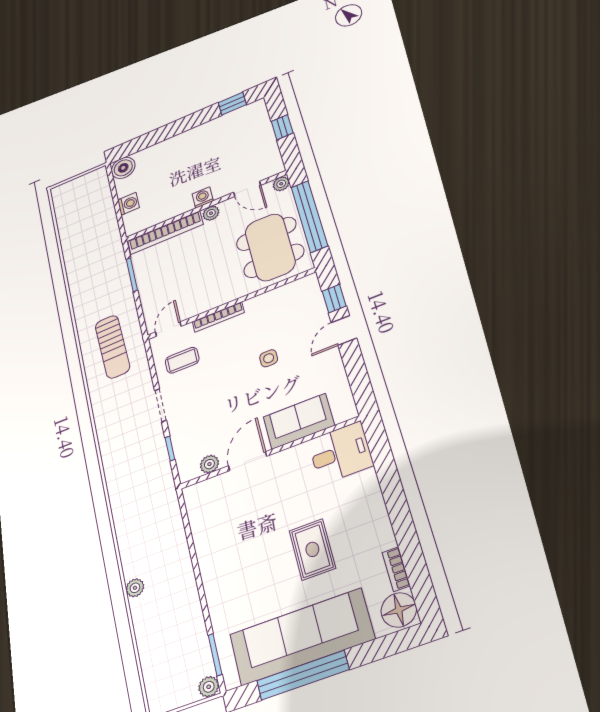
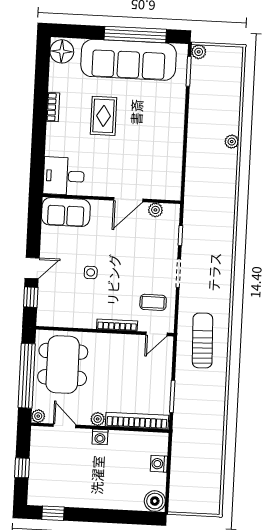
sofa: (299, 421) -> (66, 212), moved
bookcase: (396, 569) -> (53, 107), moved

